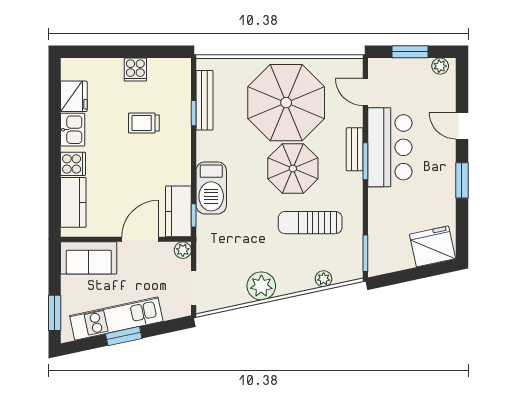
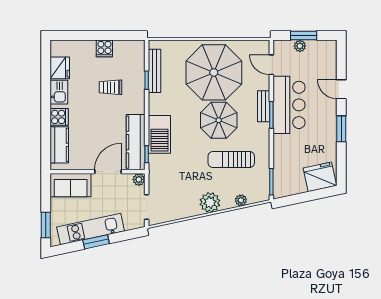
plant: (440, 66) -> (300, 46), moved
kitchen counter: (178, 211) -> (136, 142), width x1.50
plant: (261, 286) -> (210, 202), moved

